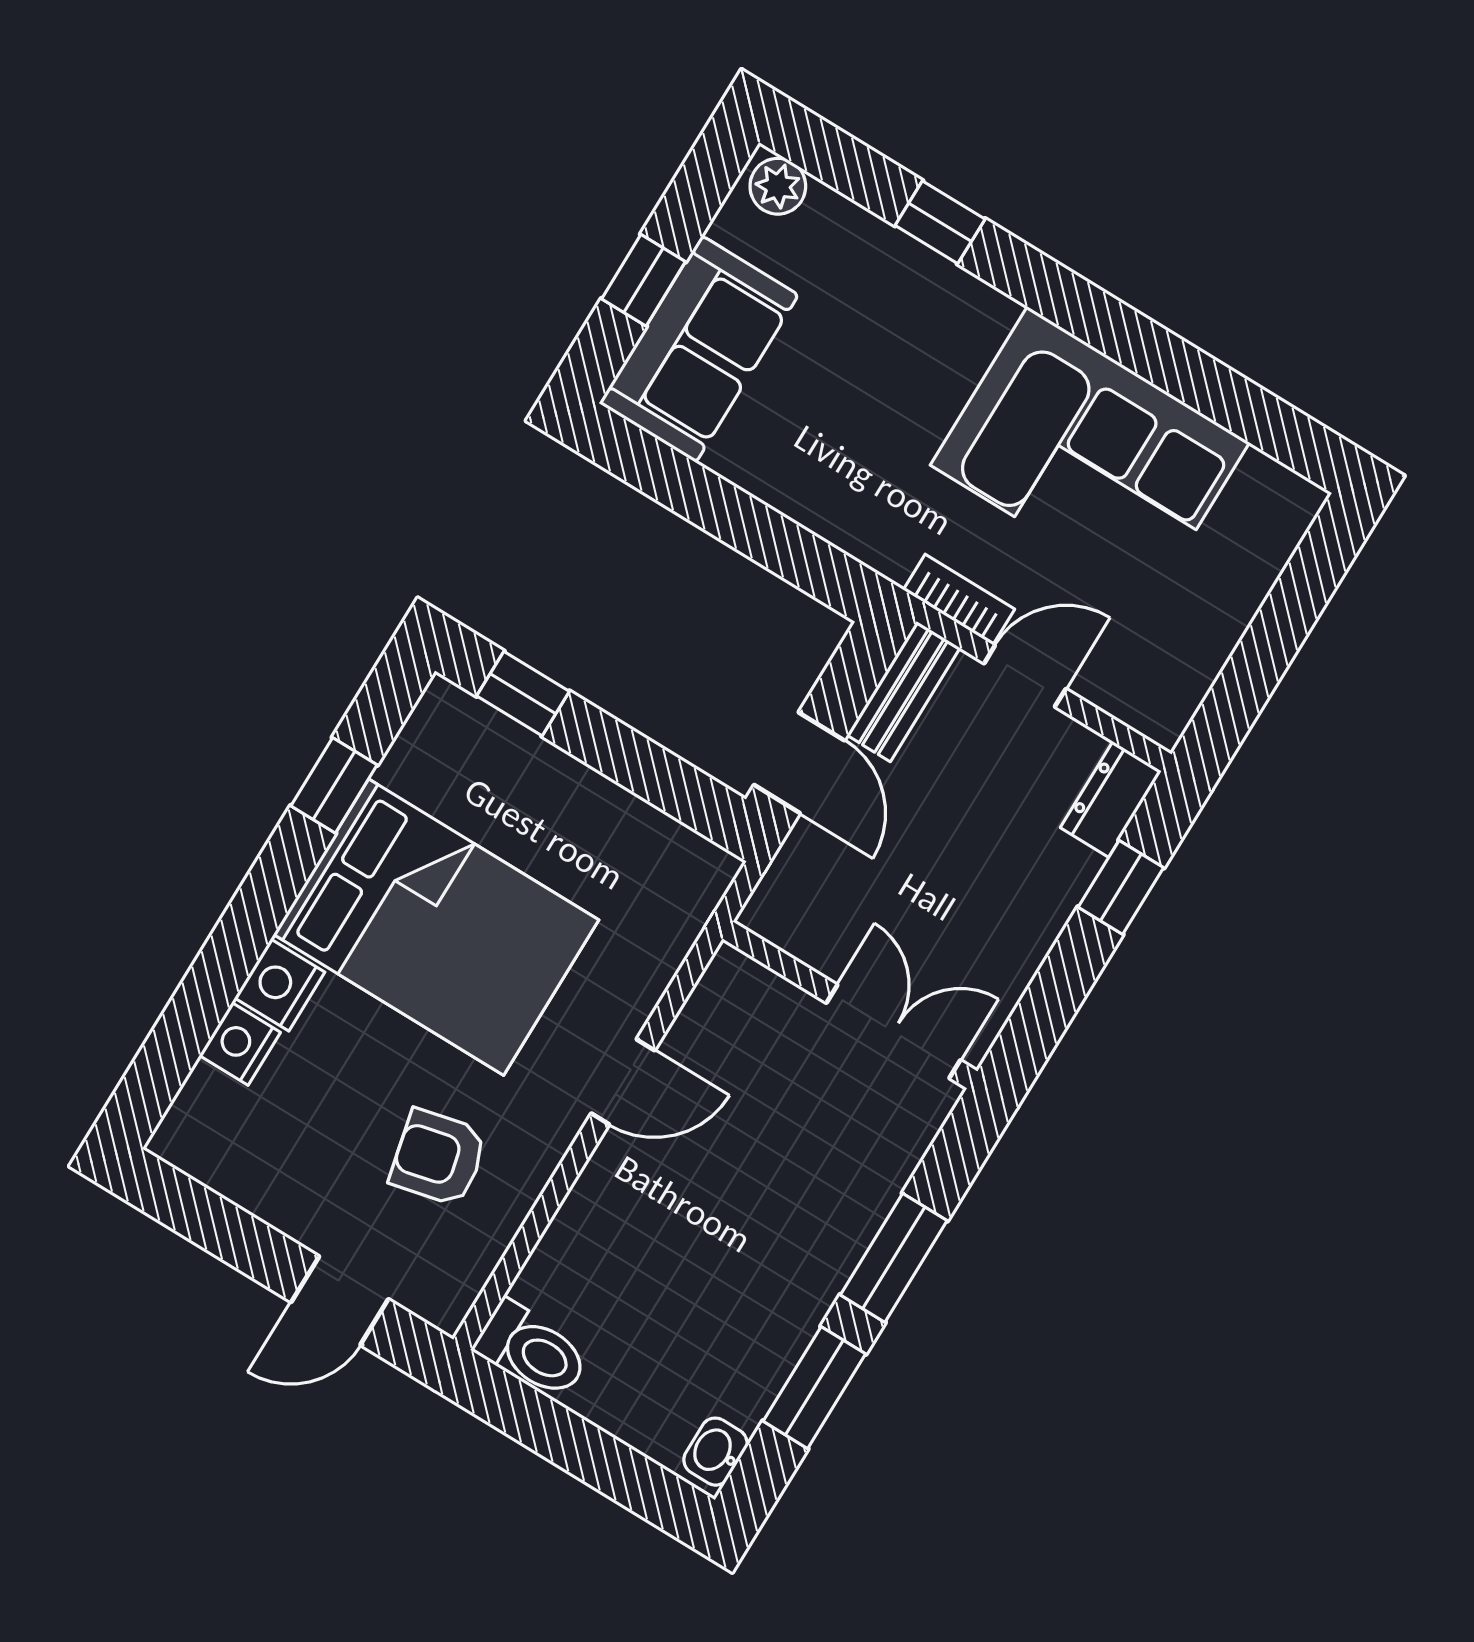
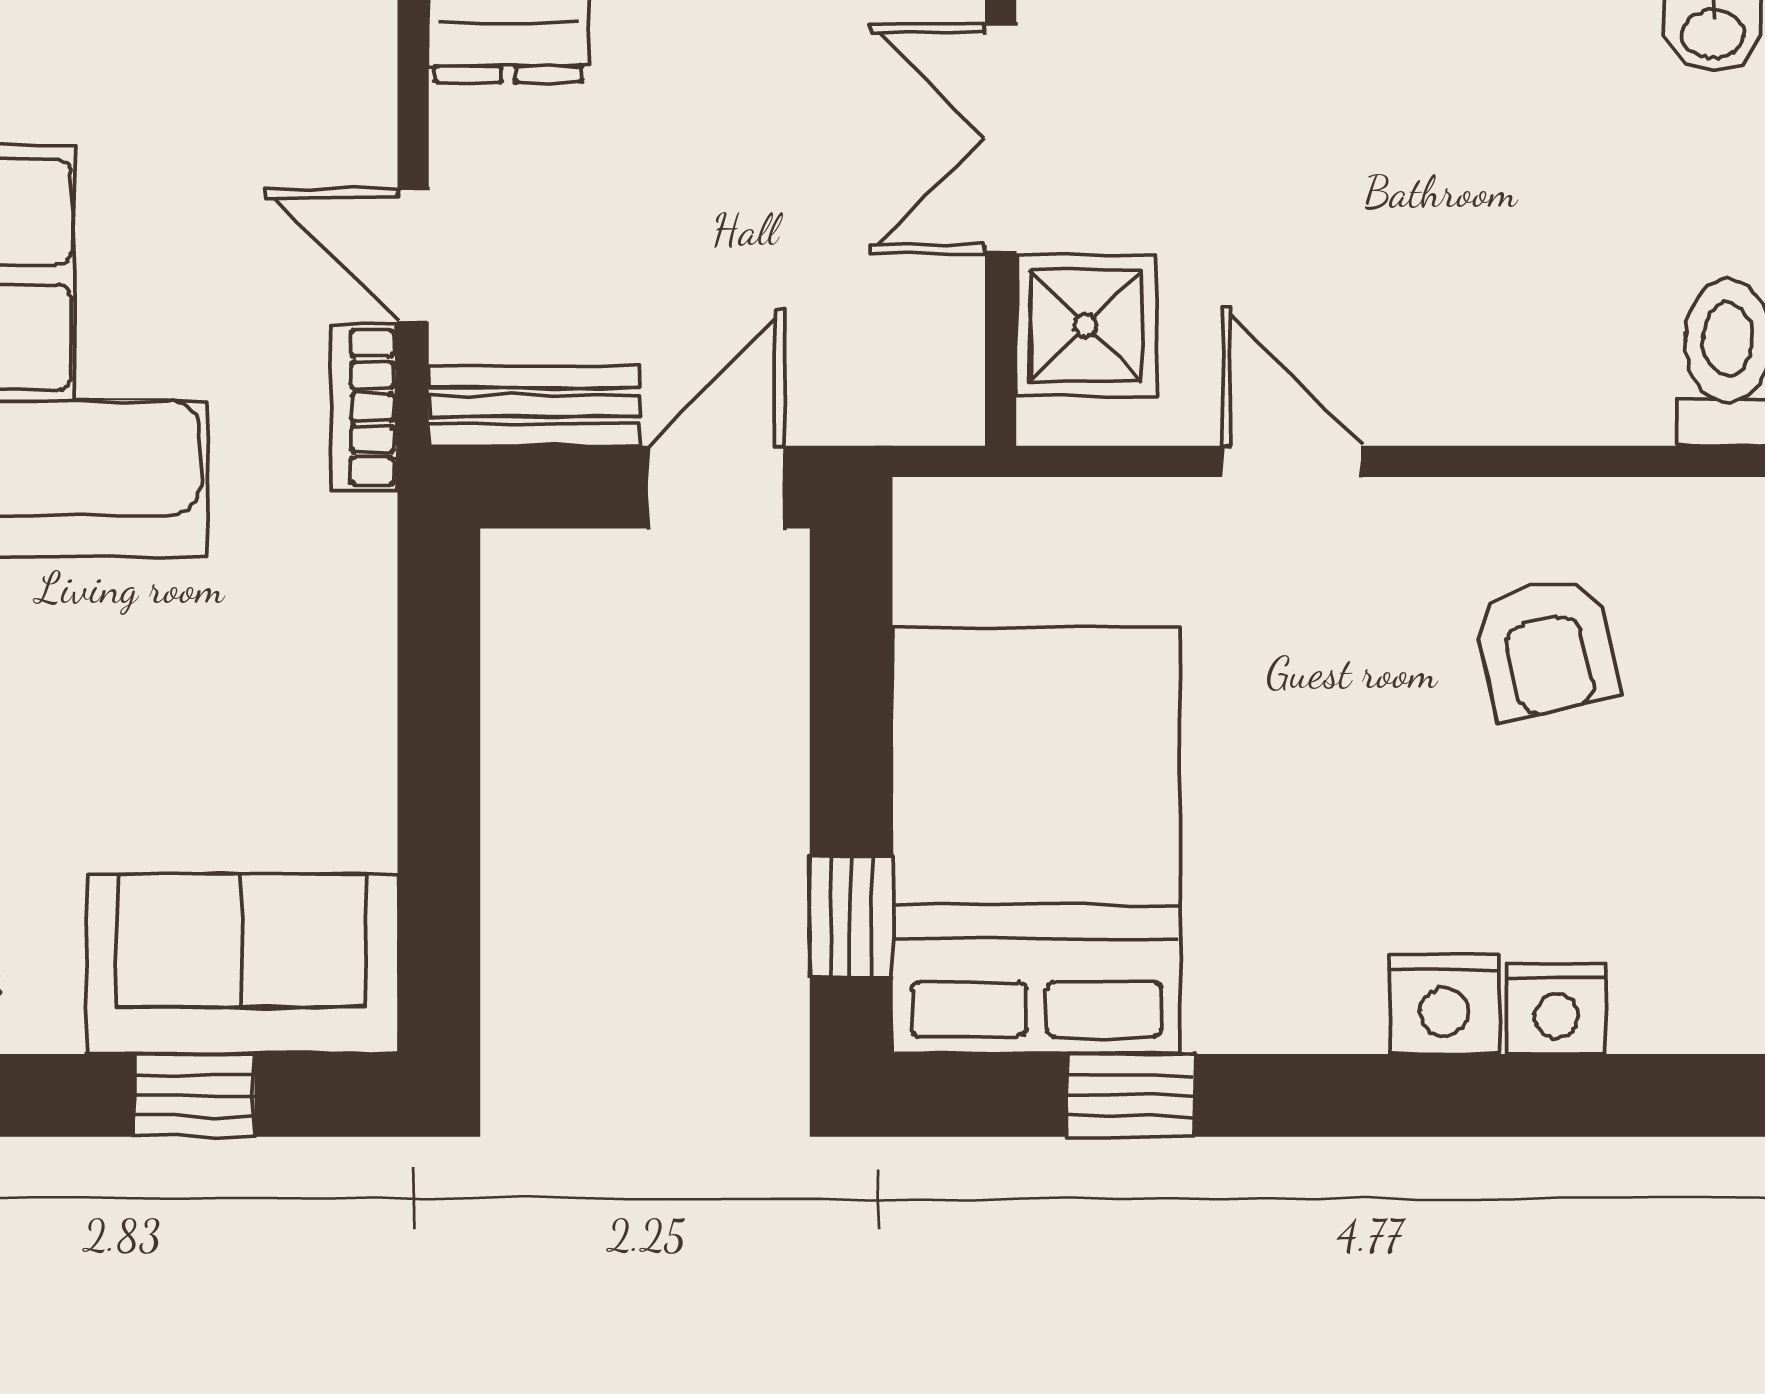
bed: (436, 927) -> (1036, 841), moved
shower: (764, 1016) -> (1086, 326), added

